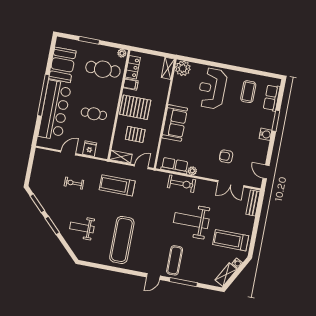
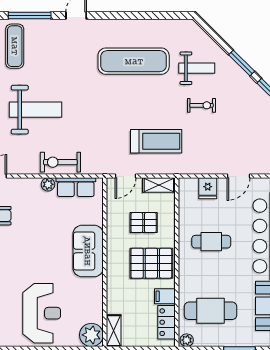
exercise bike: (74, 183) -> (201, 105), moved
exercise mat: (122, 240) -> (134, 61), turned 90
exercise mat: (175, 260) -> (15, 46), moved

